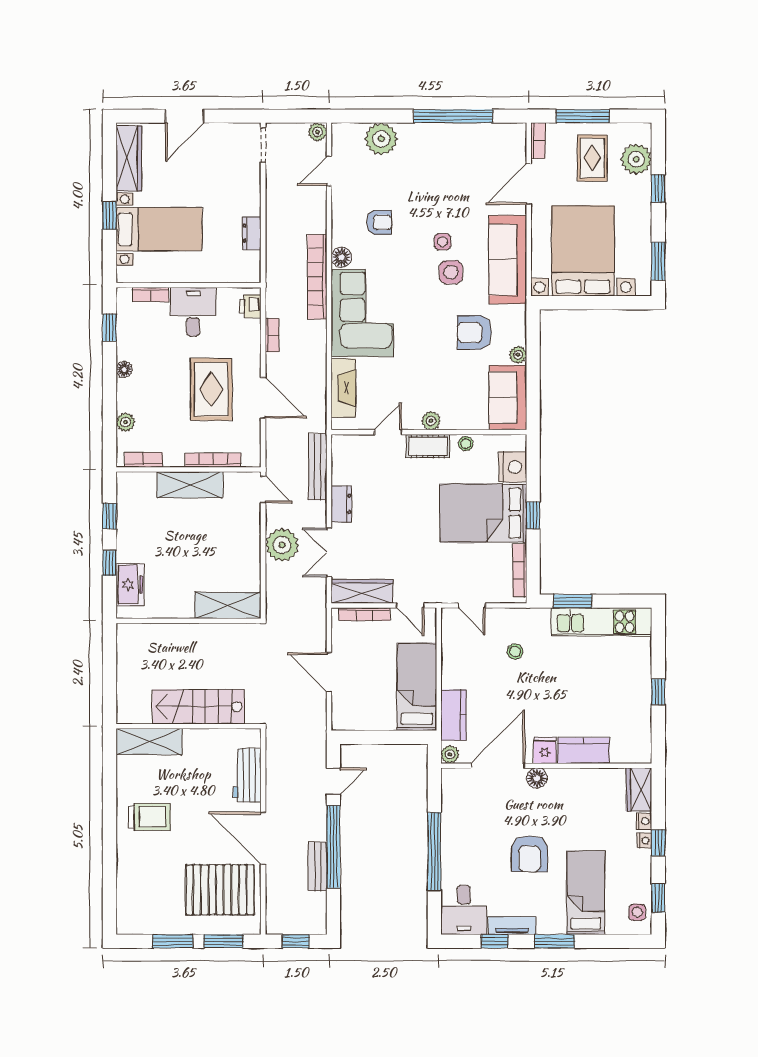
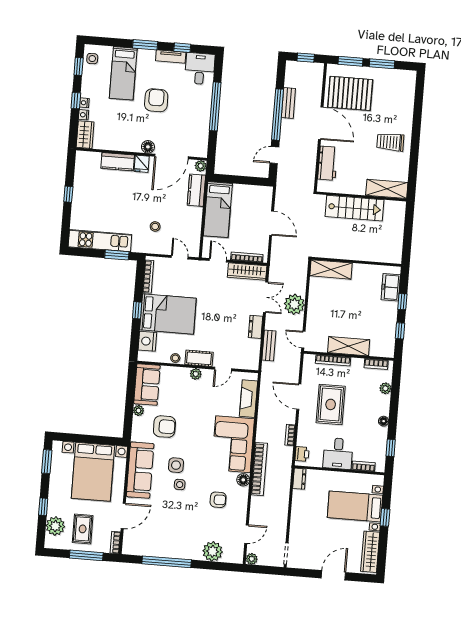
armchair: (379, 222) -> (218, 500), turned 180
dresser: (252, 233) -> (299, 479), moved
bench: (318, 467) -> (269, 345), width x0.73

